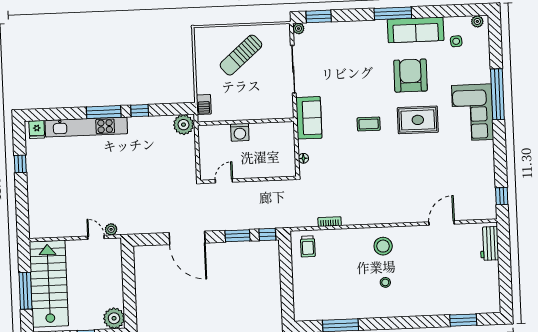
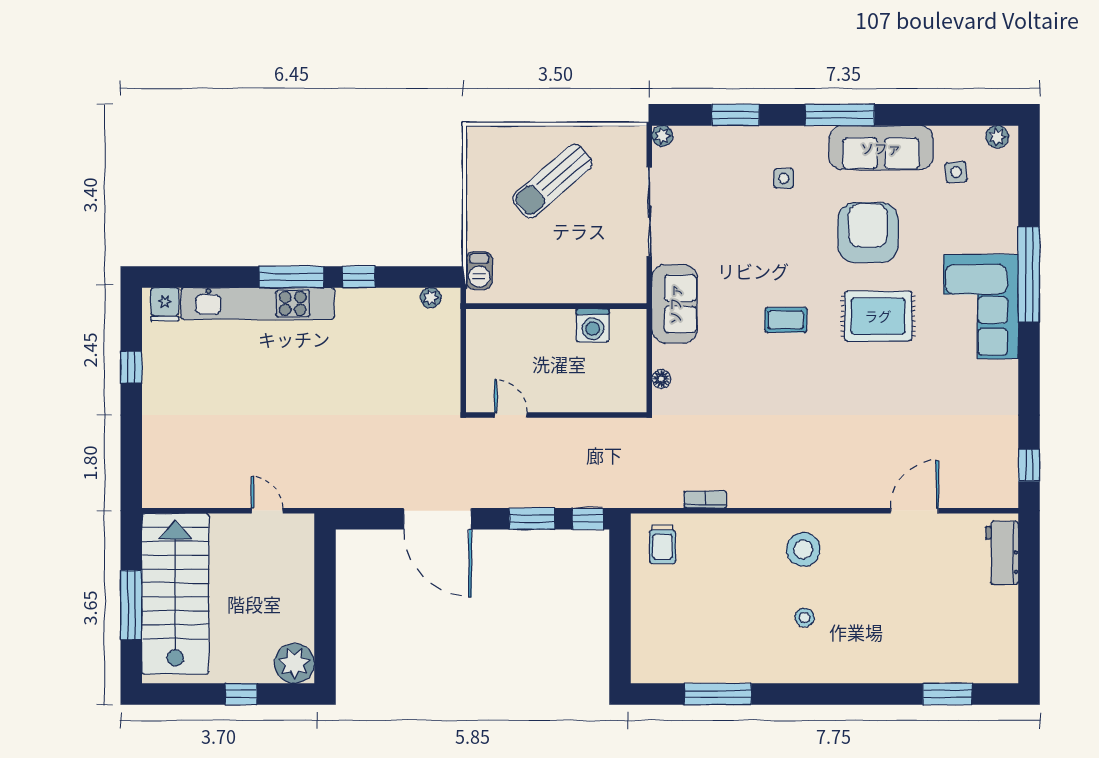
window: (319, 16) -> (735, 115), moved
side table: (364, 49) -> (784, 178), added
plant: (184, 125) -> (431, 298), width x0.53, depth x0.53
washing machine: (240, 132) -> (593, 325), moved
door: (224, 181) -> (511, 415), hinge flipped
plant: (111, 229) -> (296, 497), removed

